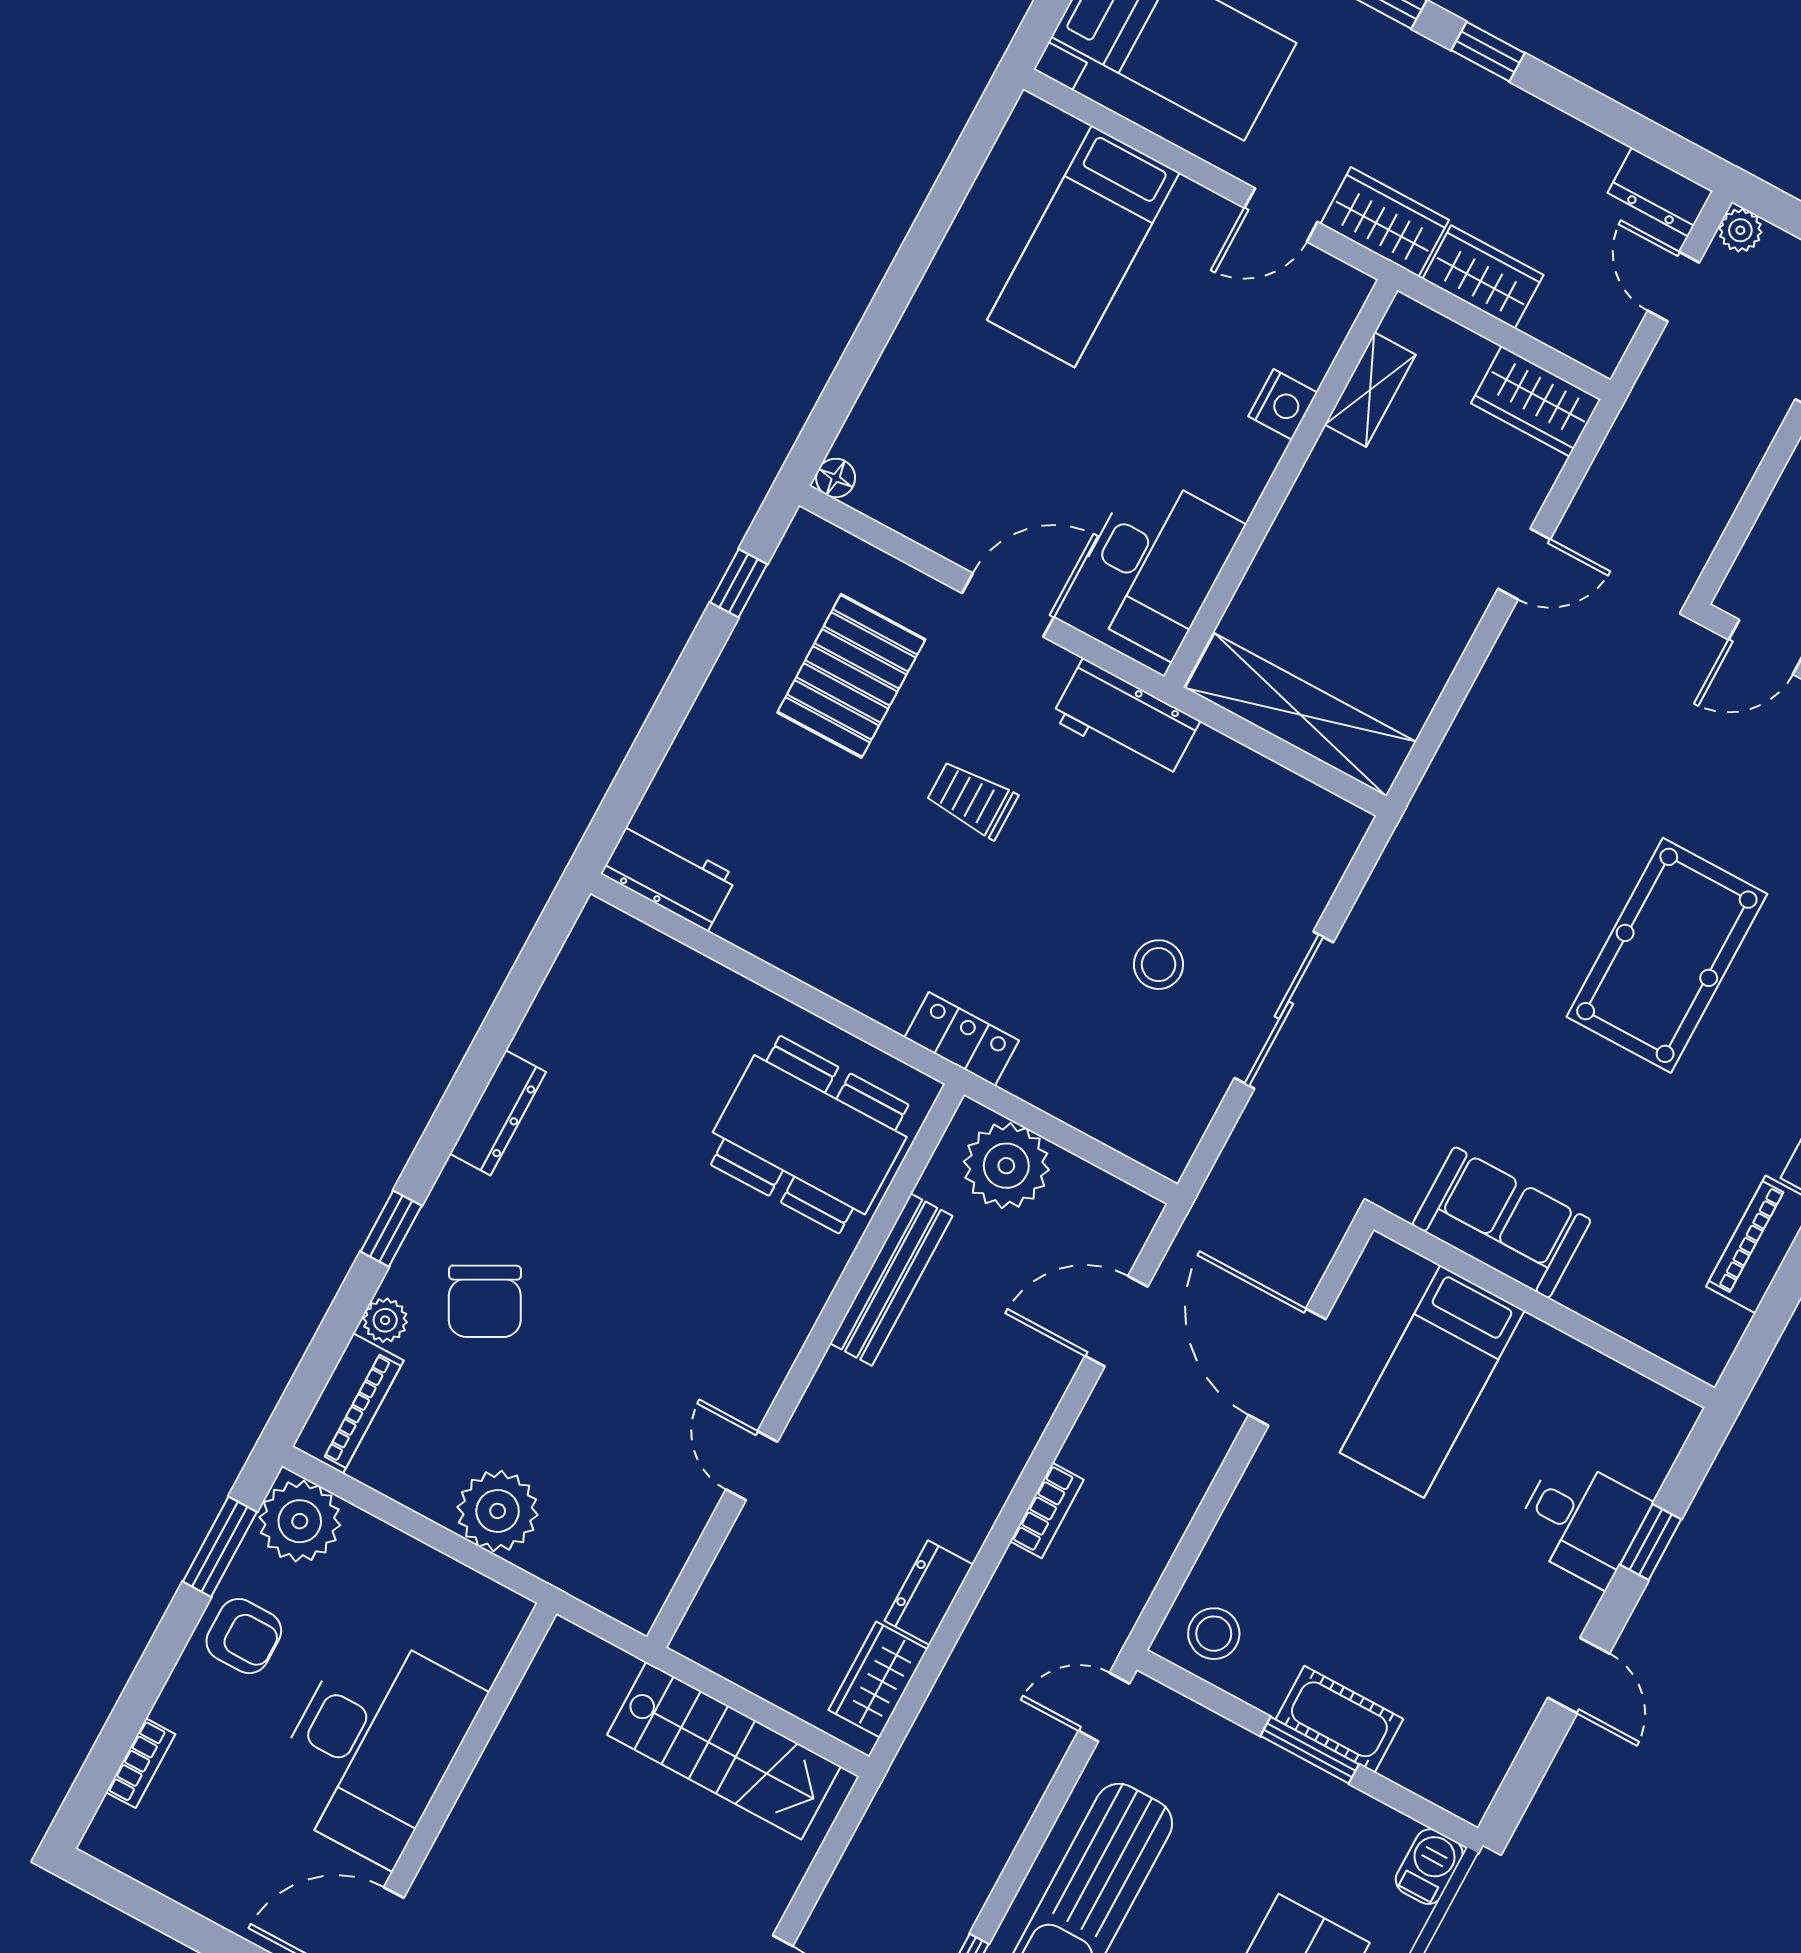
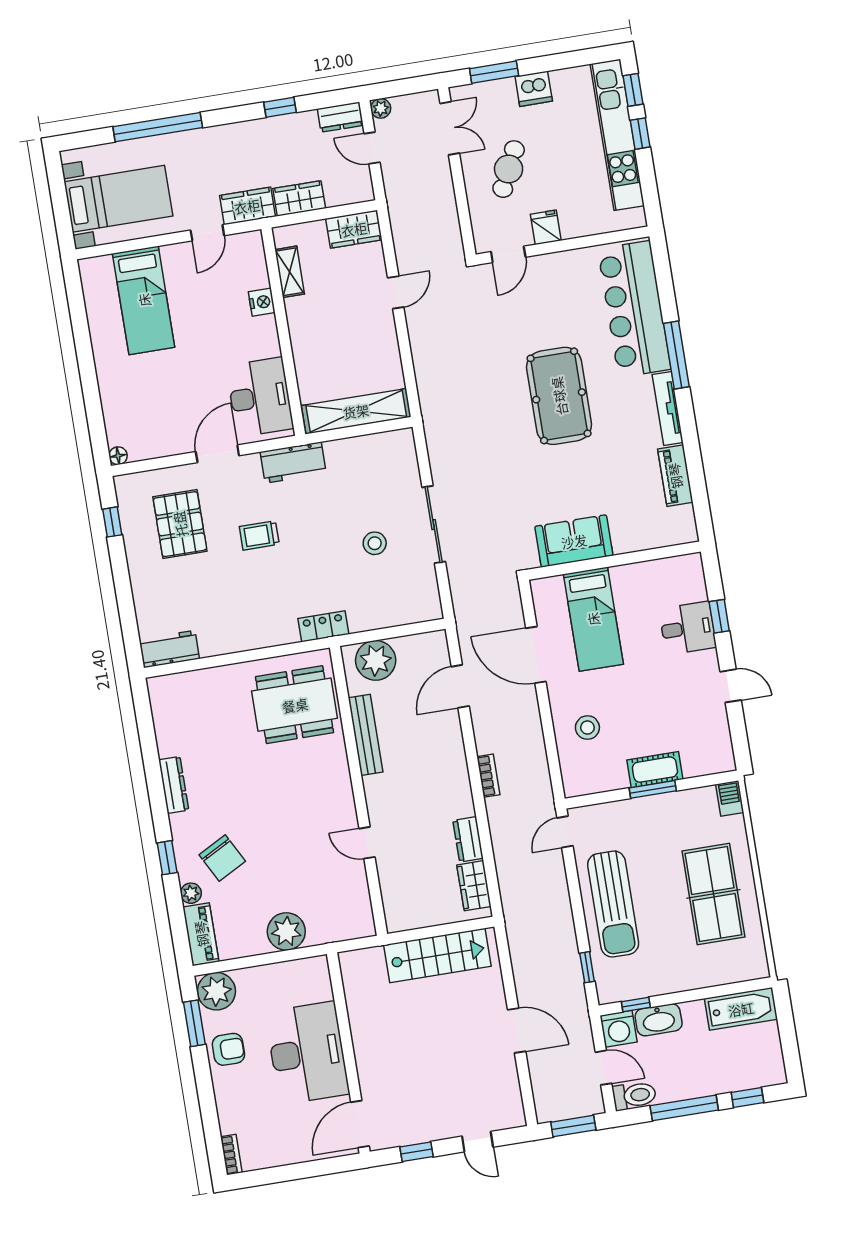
window: (1488, 52) -> (280, 107), moved
stool: (1214, 1634) -> (587, 728), moved
bookcase: (141, 1763) -> (231, 1155), moved

